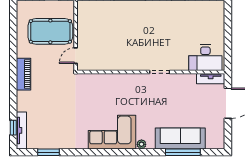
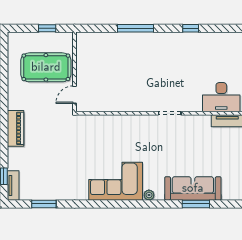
piano: (23, 74) -> (16, 128), moved
tv unit: (21, 130) -> (13, 186), width x0.71
window: (183, 152) -> (196, 204), width x0.69

